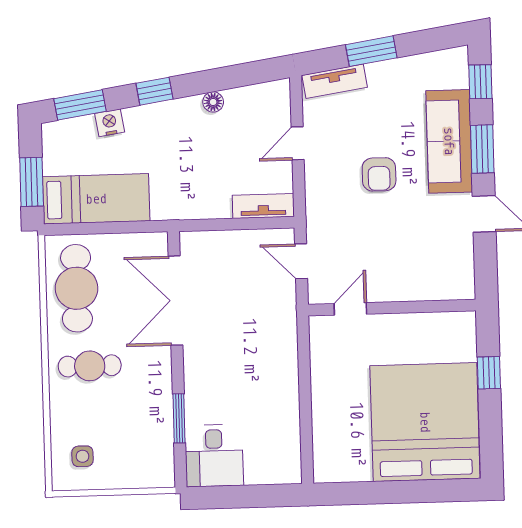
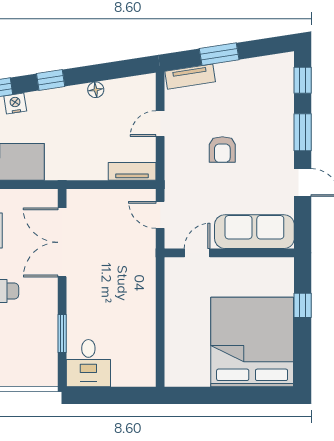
sofa: (449, 141) -> (254, 232), moved, turned 90

